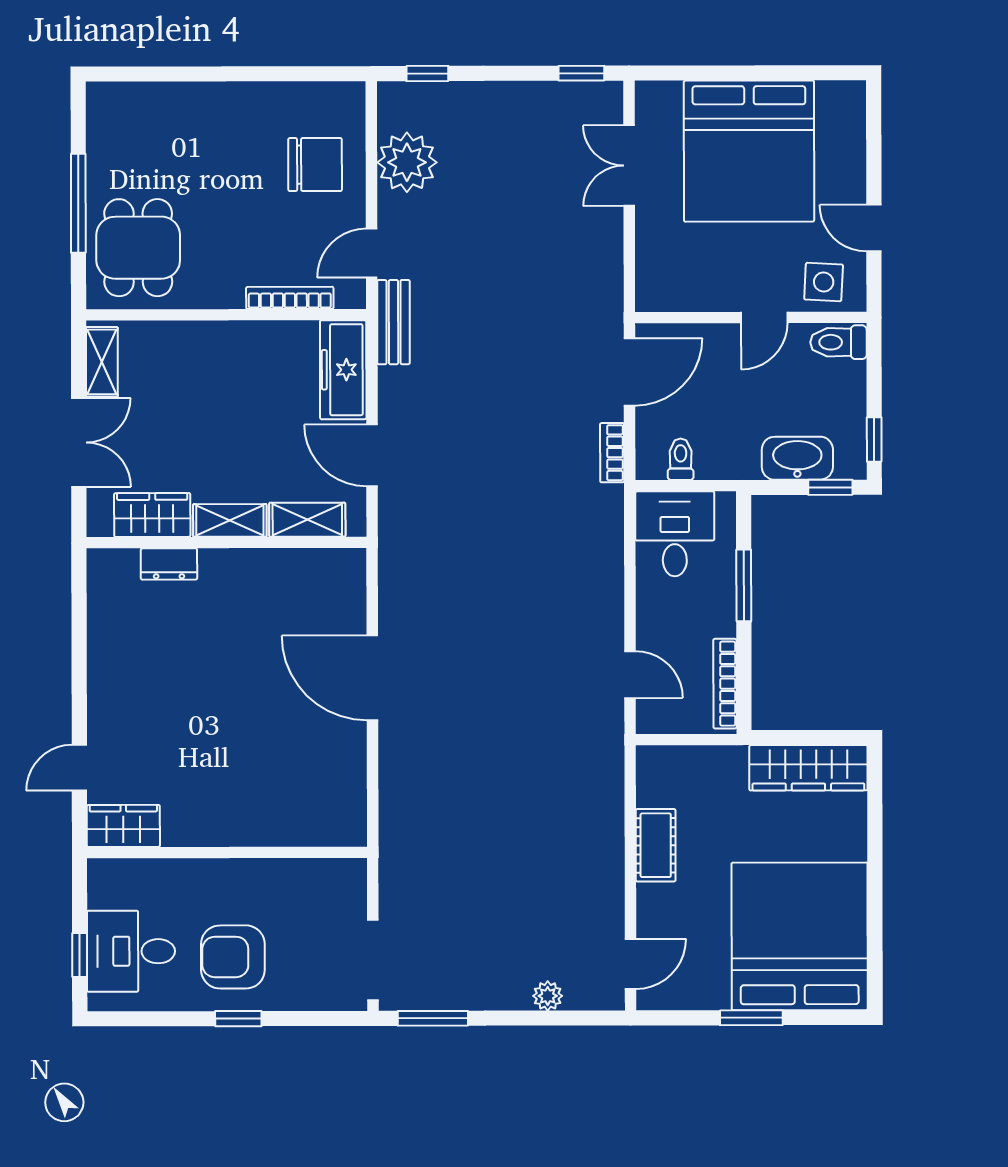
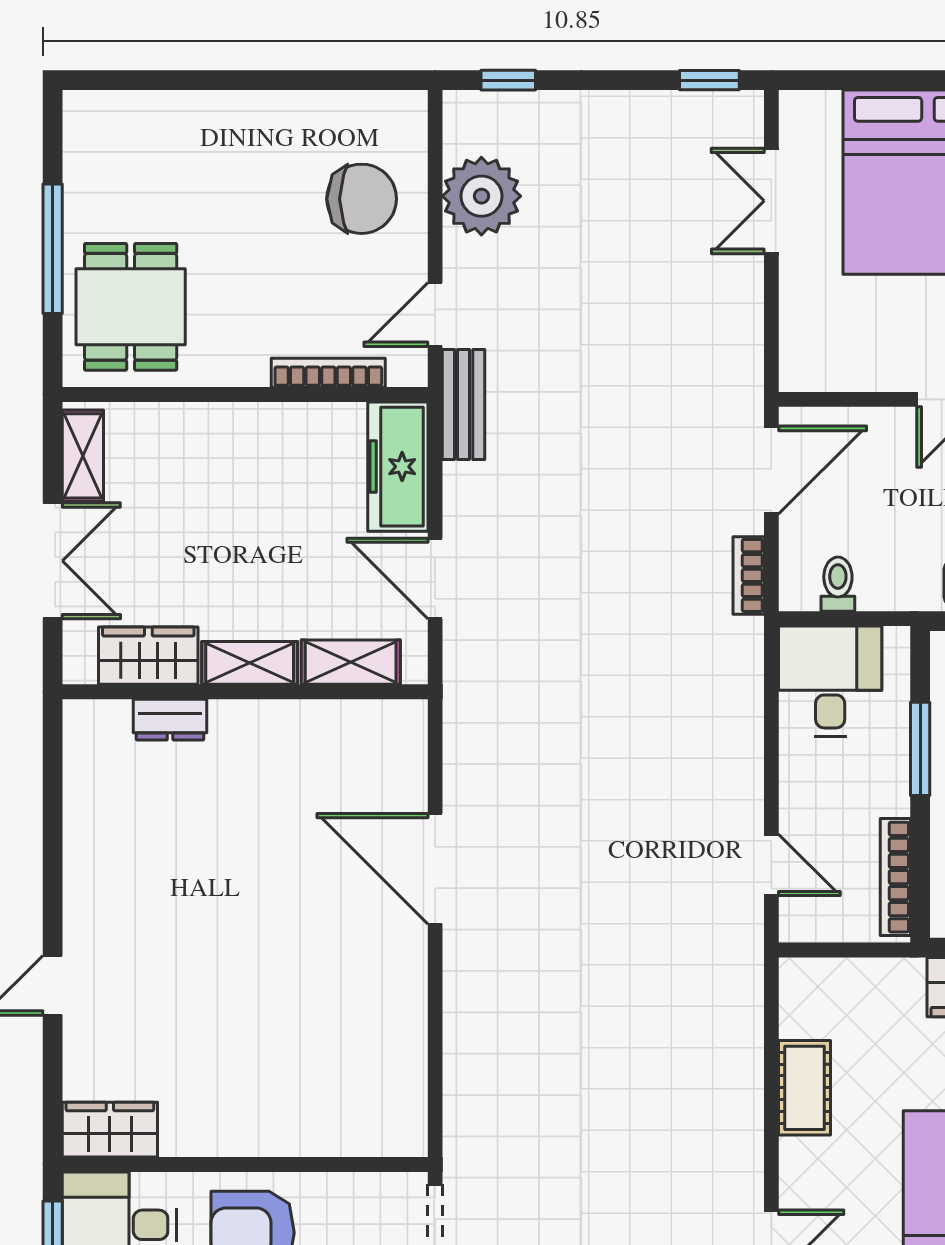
wardrobe: (123, 826) -> (110, 1130), moved
wall: (227, 852) -> (245, 1164), moved

